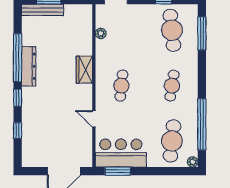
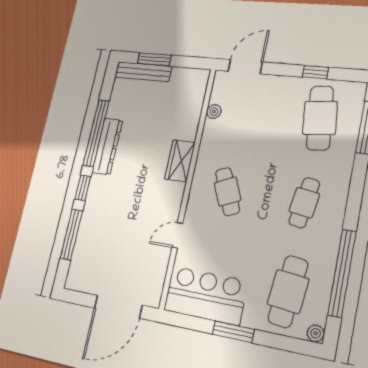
cafe table: (121, 86) -> (228, 191), turned -30
door: (94, 119) -> (177, 235), hinge flipped
window: (18, 131) -> (71, 234), width x2.17
window: (118, 171) -> (233, 332), moved

